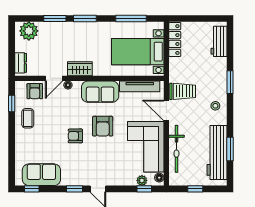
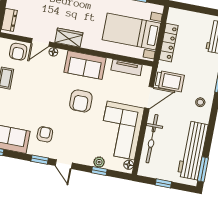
locker: (175, 40) -> (169, 43), moved
tv unit: (140, 86) -> (127, 67), width x0.71
door: (166, 111) -> (149, 97), swing flipped
armchair: (75, 136) -> (45, 134), moved, turned 90
window: (230, 149) -> (203, 169), moved
plant: (142, 180) -> (99, 162), moved
window: (144, 189) -> (99, 171), moved

